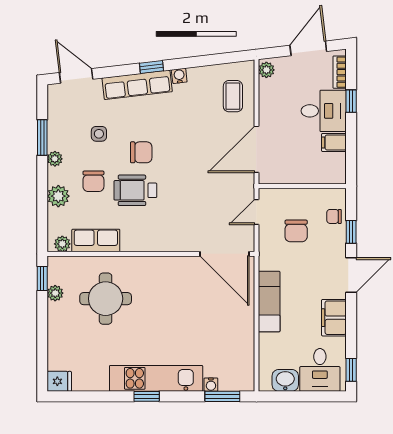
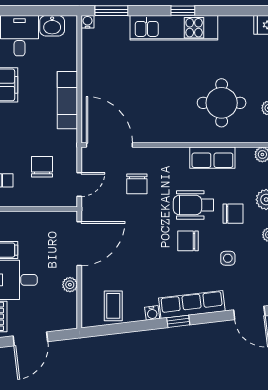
plant: (266, 70) -> (70, 285), moved
coffee table: (233, 96) -> (113, 306), moved
chair: (93, 181) -> (233, 214), turned 90
wheelchair: (135, 190) -> (193, 205), turned 180
chair: (195, 213) -> (137, 184), added
row of seats: (96, 240) -> (212, 158), moved
water cooler: (211, 385) -> (88, 22), moved

